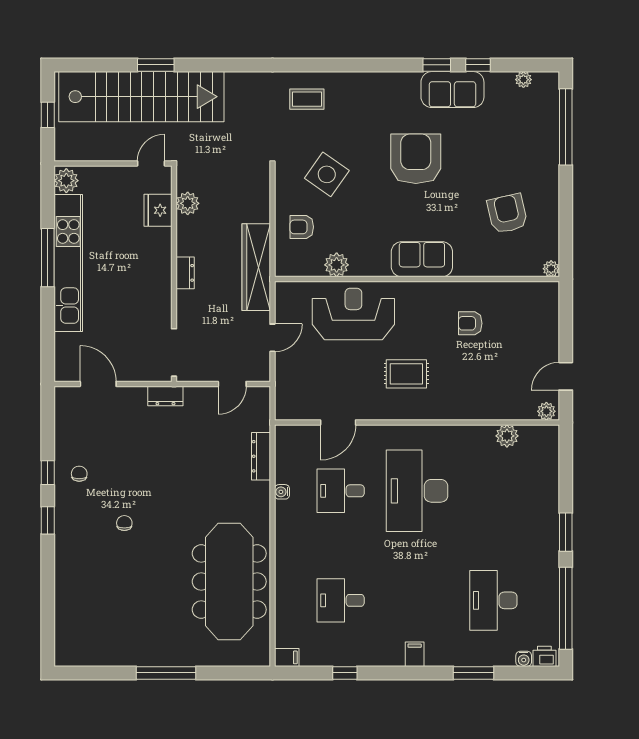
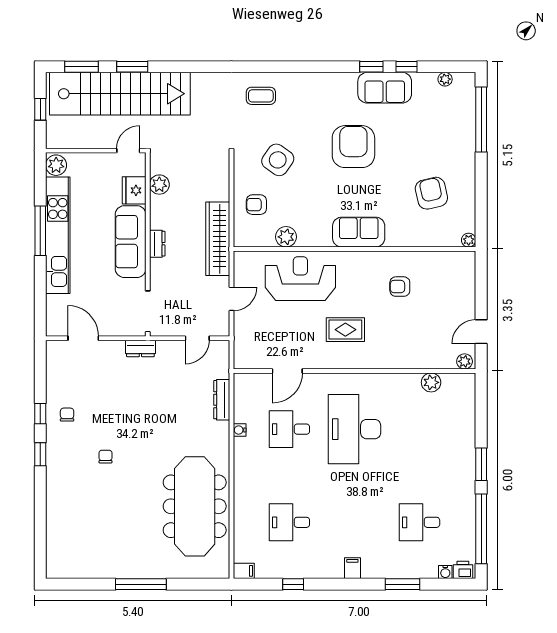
window: (96, 65) -> (81, 67), added
sofa: (154, 270) -> (131, 242), added
desk: (493, 600) -> (420, 522), width x0.73

